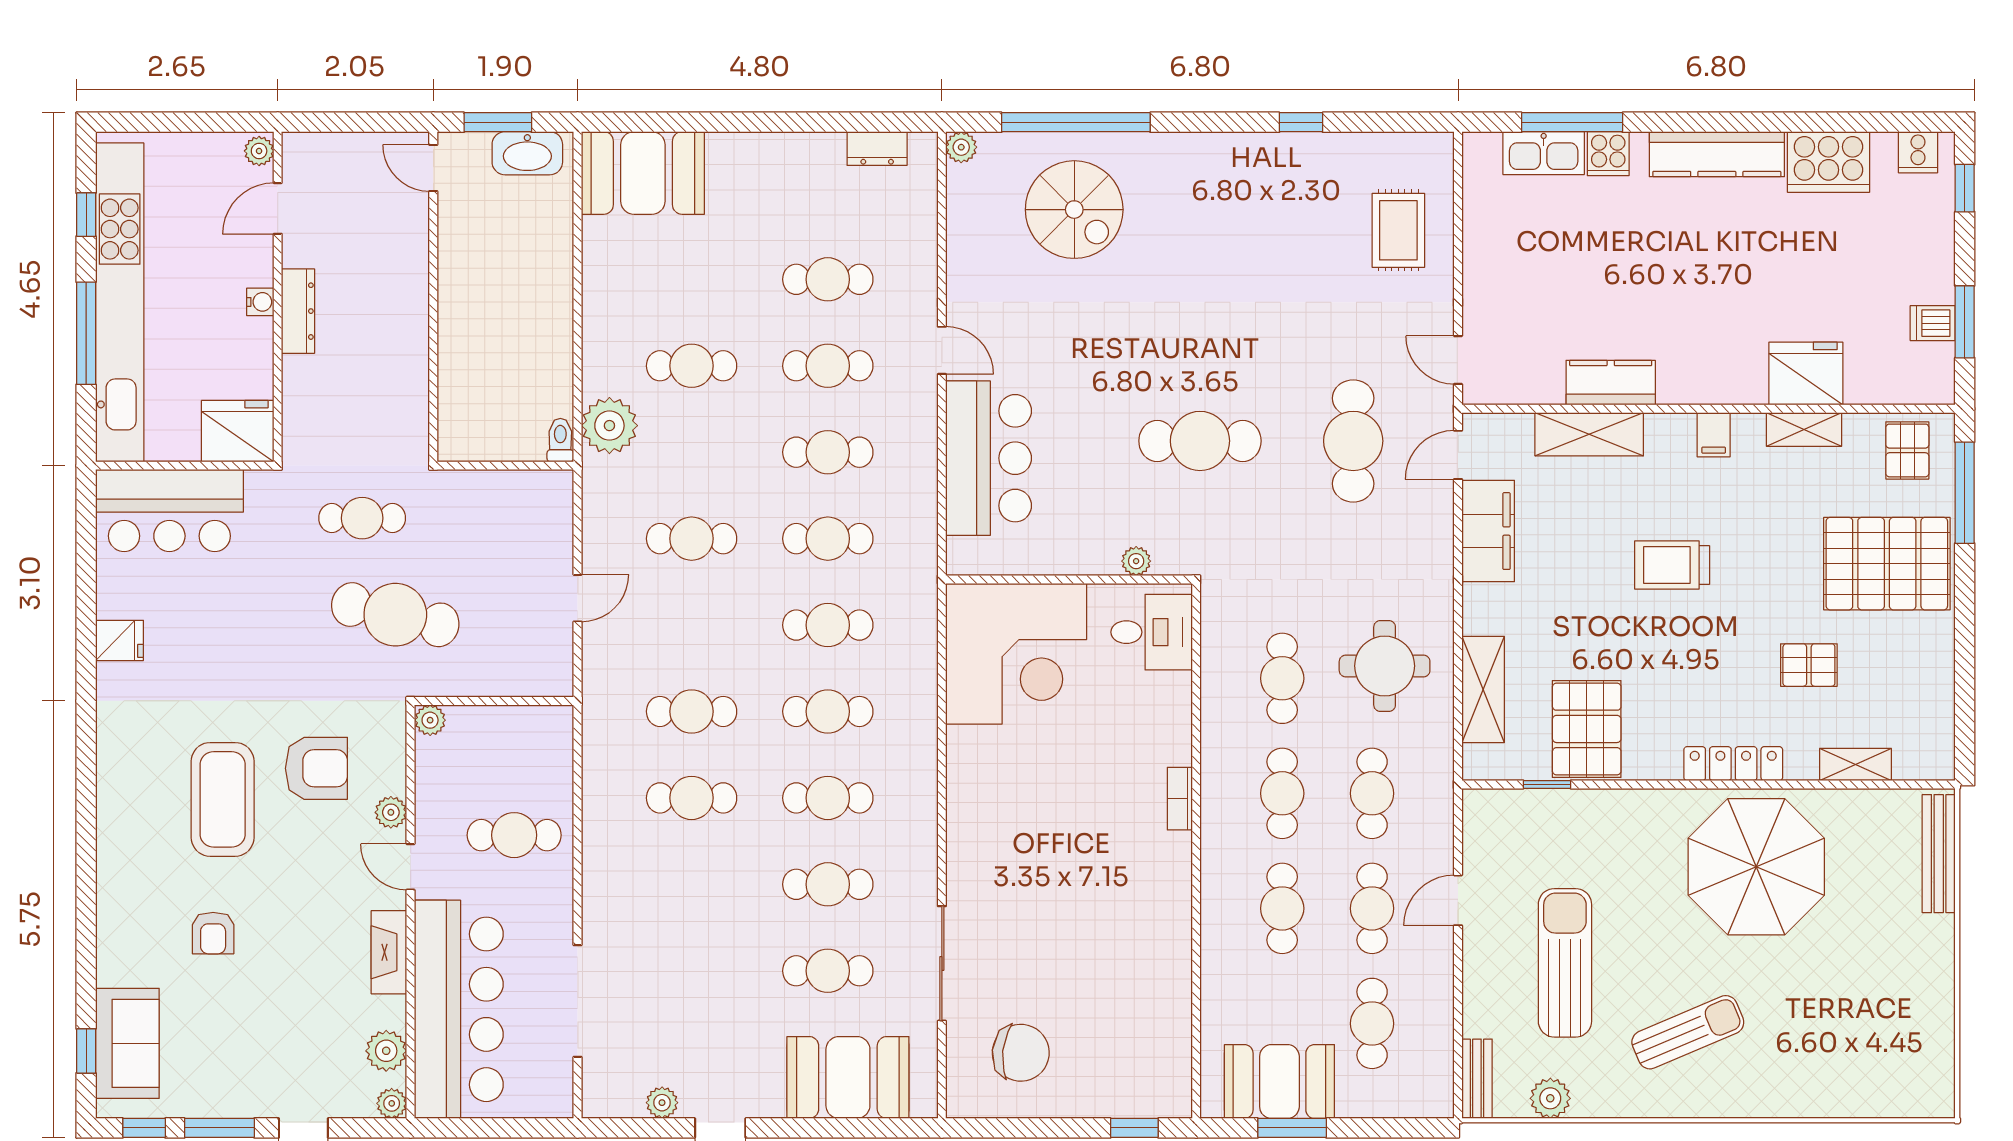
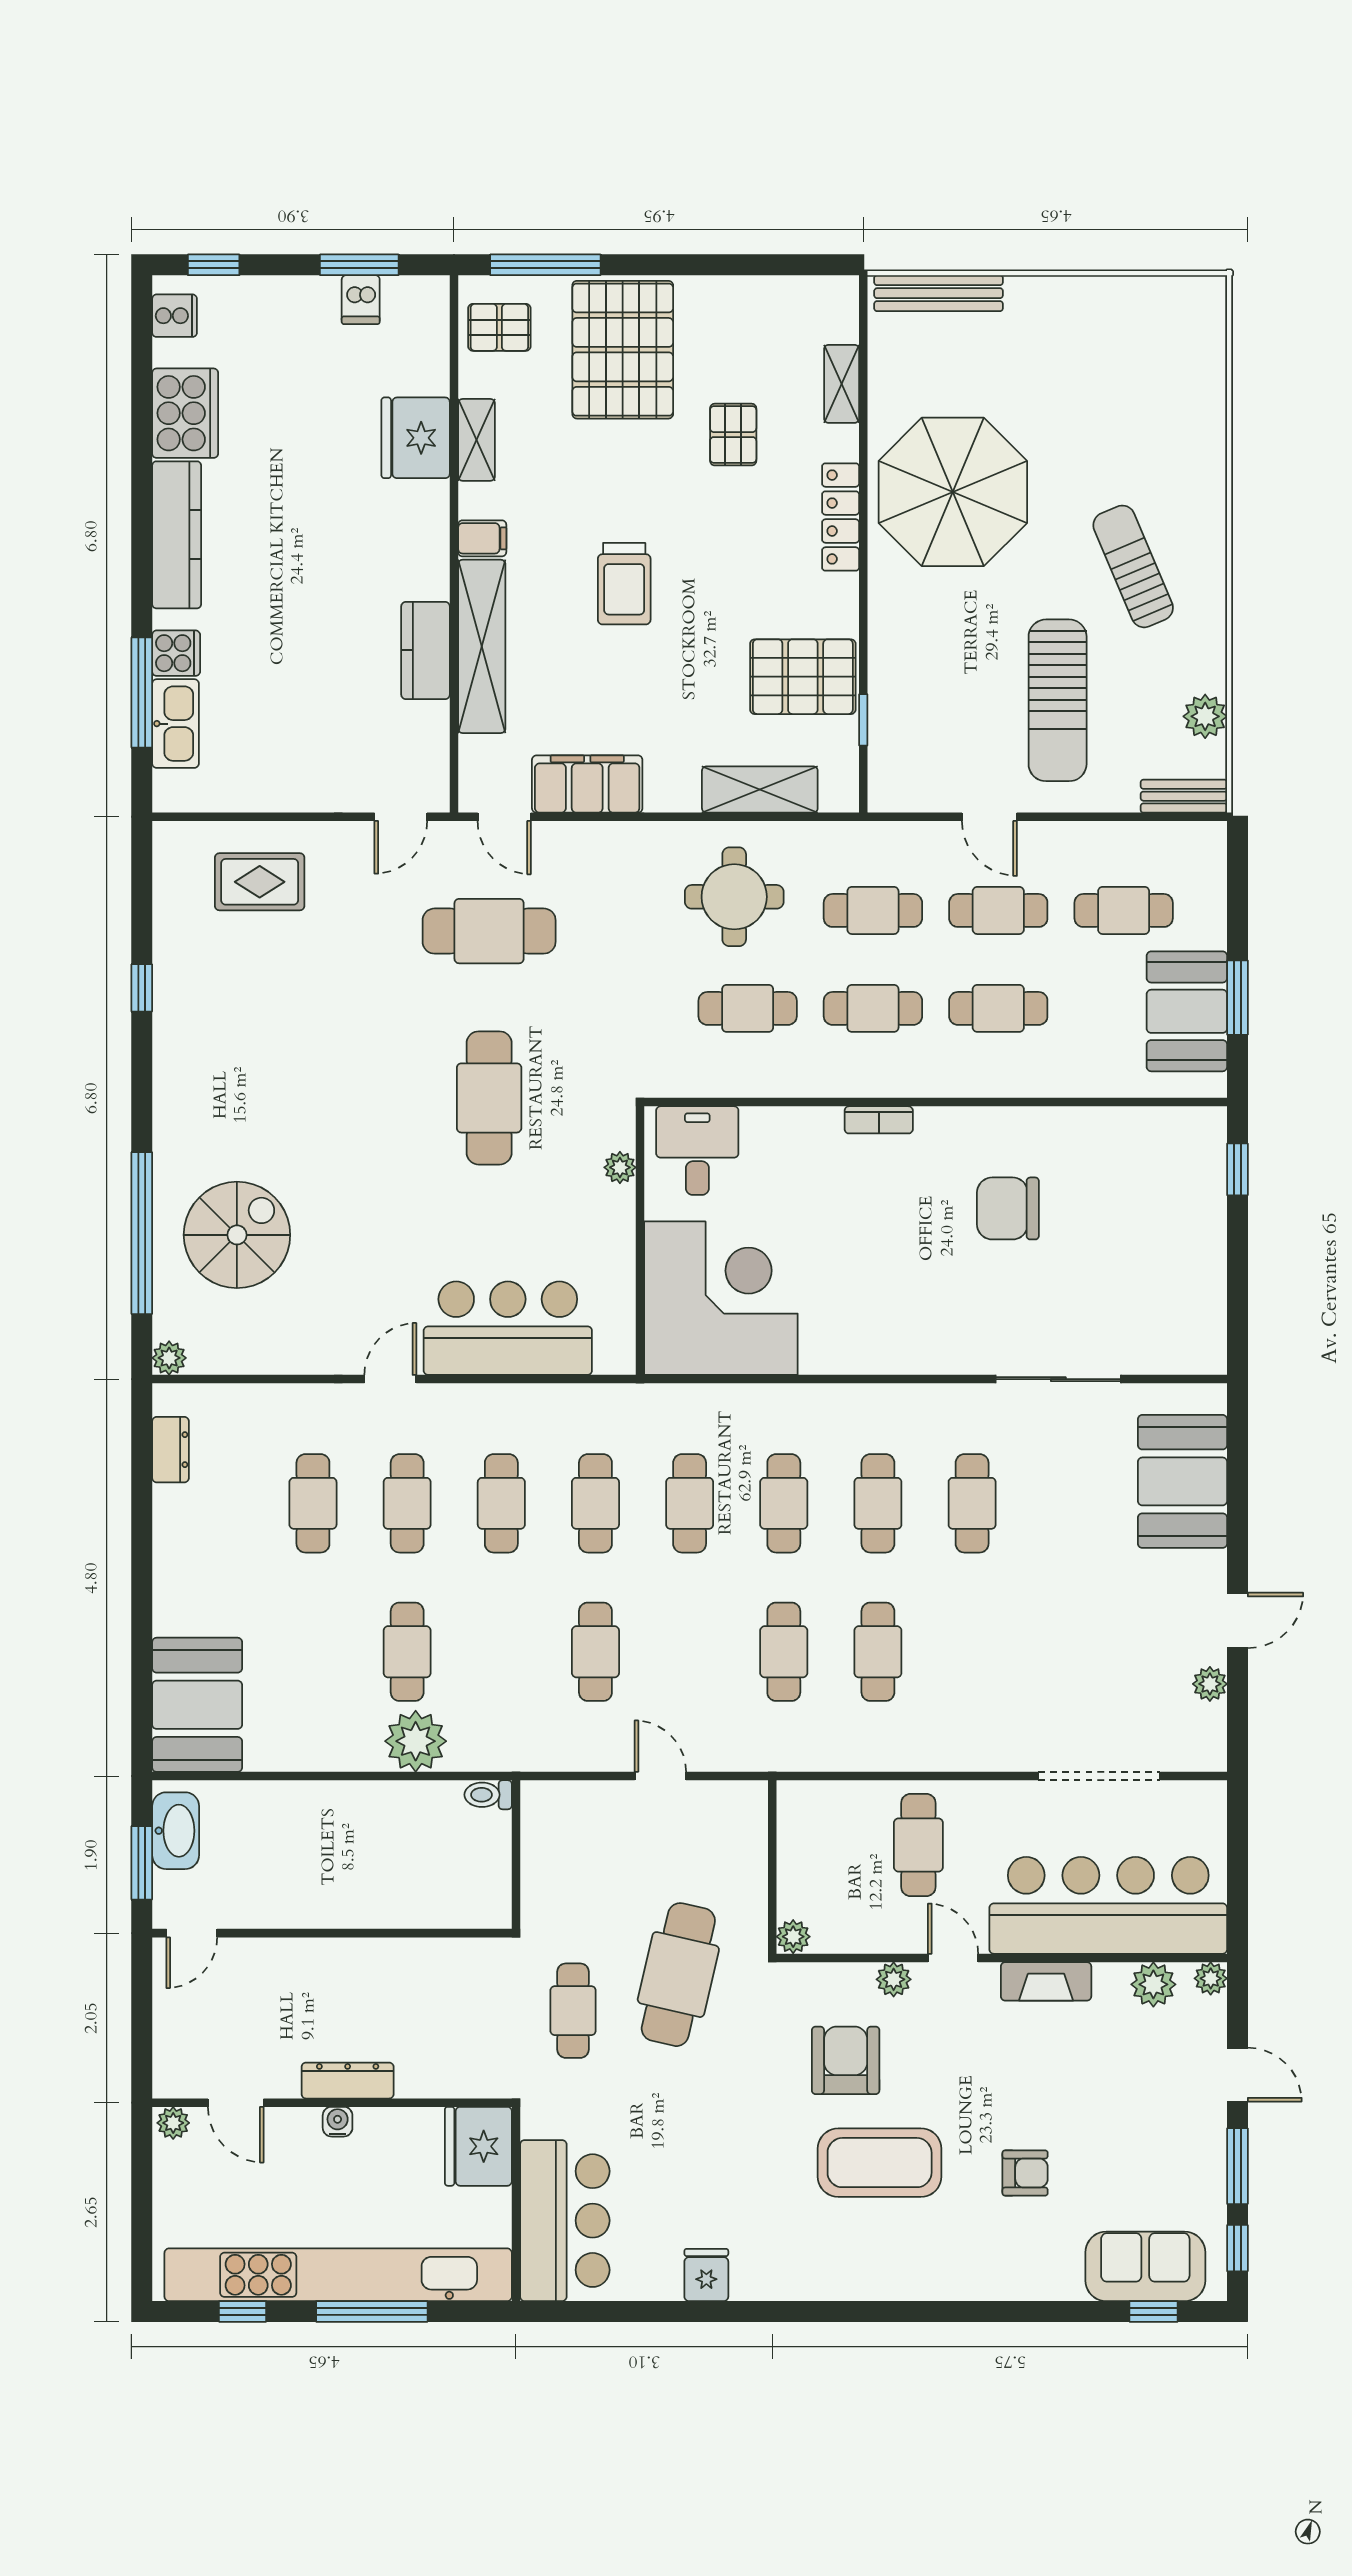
plant: (609, 426) -> (416, 1741), moved
shelving: (1589, 434) -> (482, 646), width x1.47
door: (411, 867) -> (953, 1958), swing flipped
sun lounger: (1565, 963) -> (1058, 700), turned -90
cafe table: (828, 971) -> (1066, 1503), removed
chair: (1021, 1053) -> (1008, 1208), moved, turned -96

